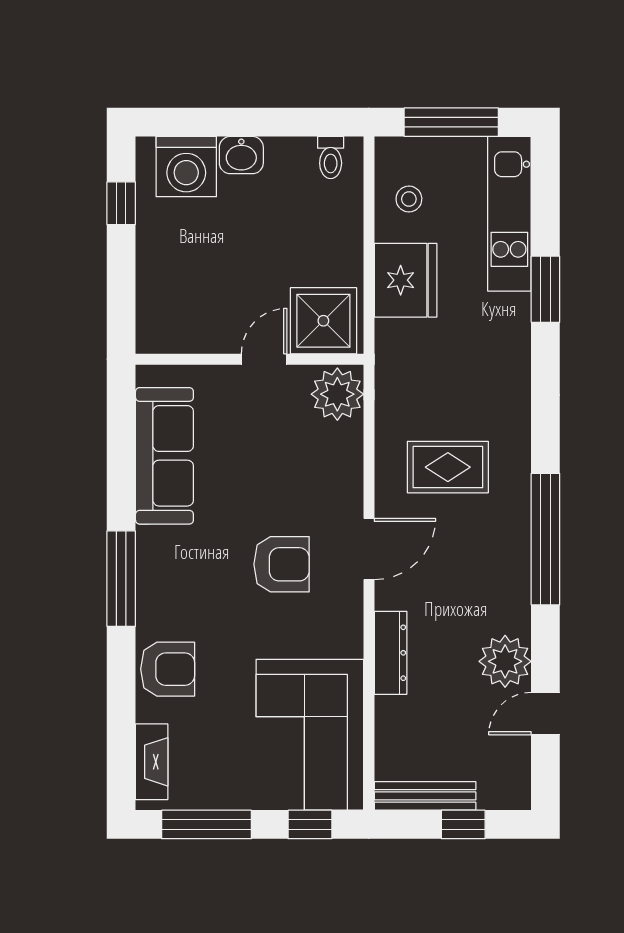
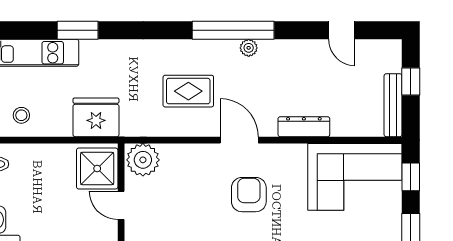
fridge: (406, 280) -> (96, 117), moved
rug: (448, 467) -> (188, 91), turned 90
plant: (505, 661) -> (249, 48), moved, width x0.53, depth x0.53

